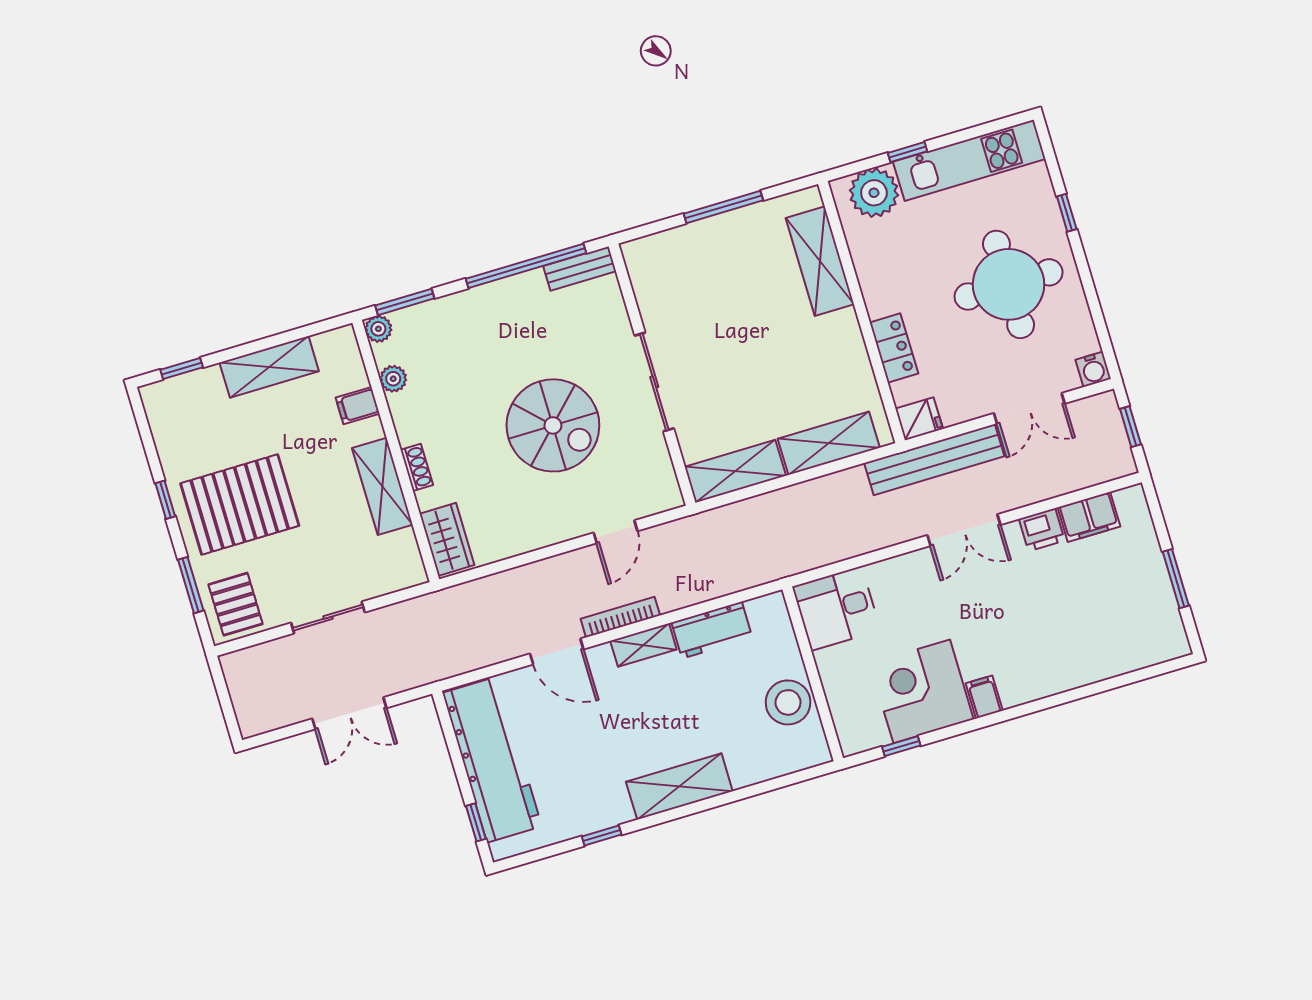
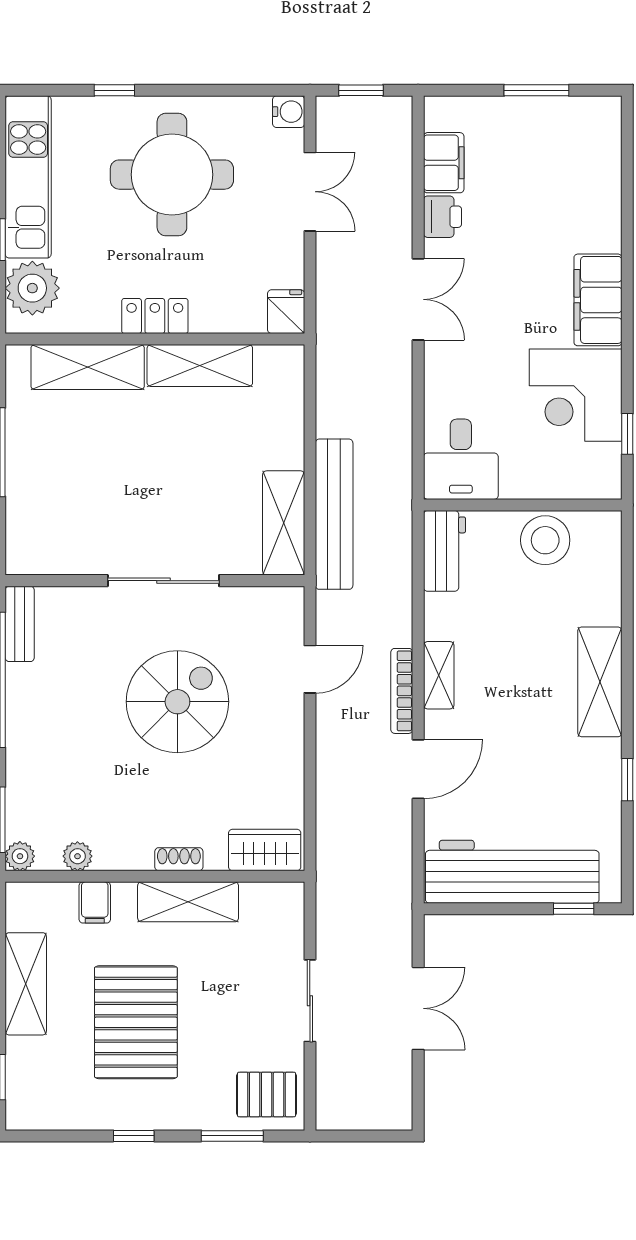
locker: (894, 348) -> (155, 316), moved
shelving: (829, 443) -> (200, 366), moved, turned 90
bench: (934, 460) -> (334, 514), moved
pallet: (240, 505) -> (136, 1022), moved
door: (615, 532) -> (310, 669), hinge flipped
workbench: (712, 630) -> (444, 551), moved
filing cabinet: (984, 697) -> (598, 300), width x3.00, depth x1.17

